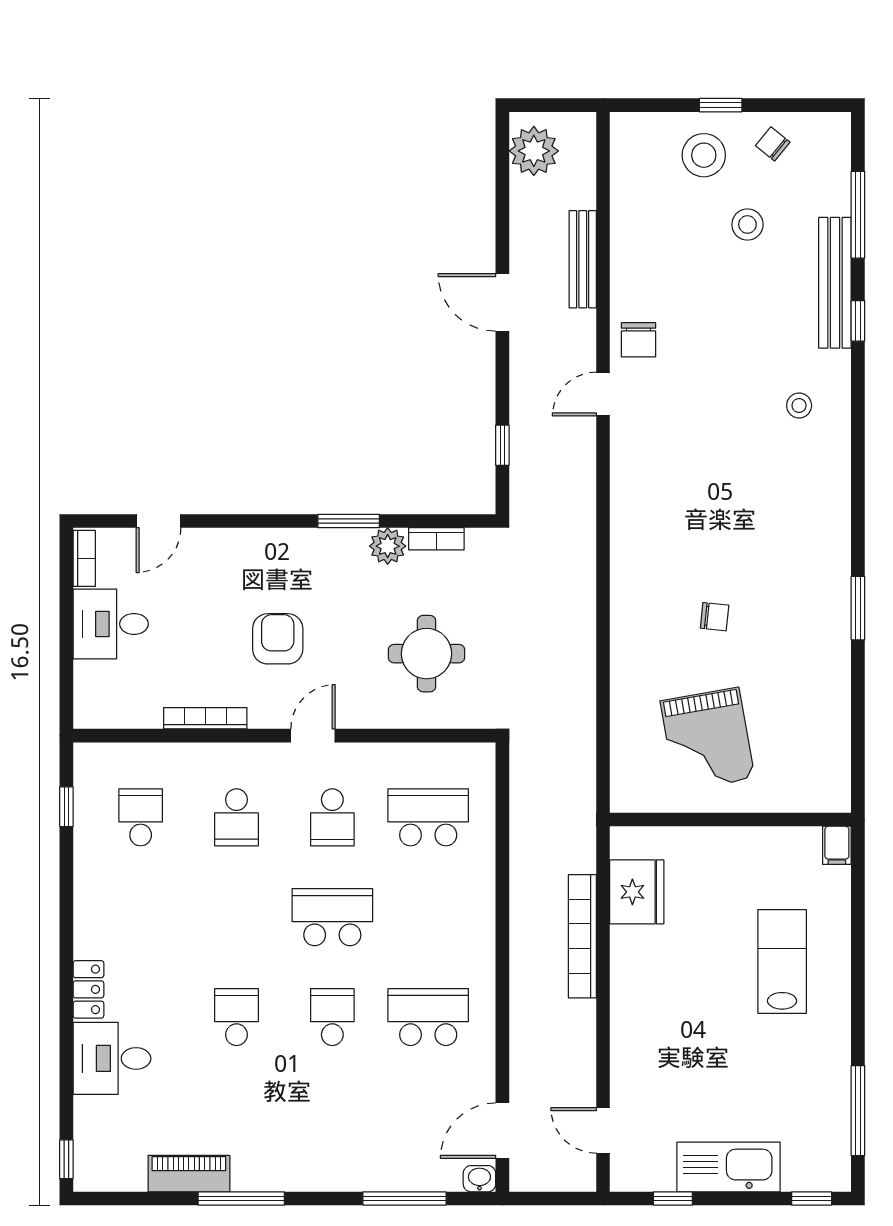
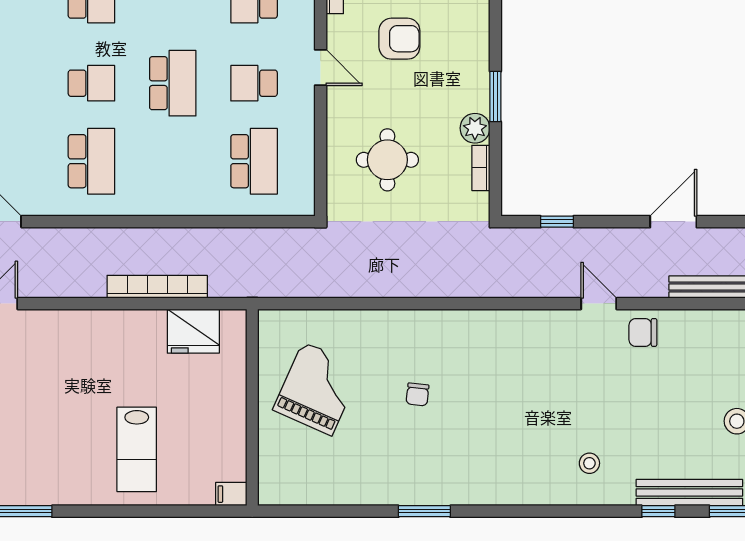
grand piano: (707, 740) -> (317, 389), turned 124
lab bench: (782, 961) -> (137, 449), turned 90

